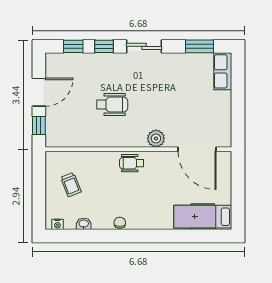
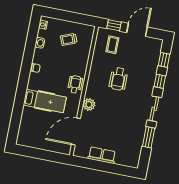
window: (199, 46) -> (149, 137), moved
row of seats: (223, 71) -> (102, 155), moved
door: (39, 92) -> (137, 30), swing flipped
coffee table: (66, 122) -> (112, 45), added
hospital bed: (203, 217) -> (45, 101), moved, turned 90

